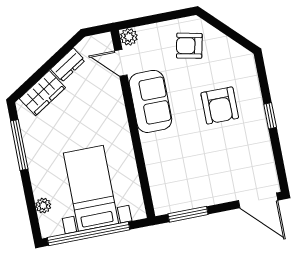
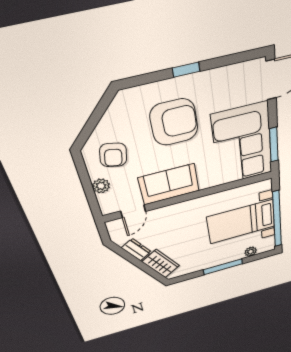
plant: (129, 37) -> (101, 186), moved
armchair: (220, 106) -> (174, 122), width x1.36, depth x1.36
window: (19, 145) -> (223, 267), moved
corner sofa: (191, 179) -> (243, 145), added

